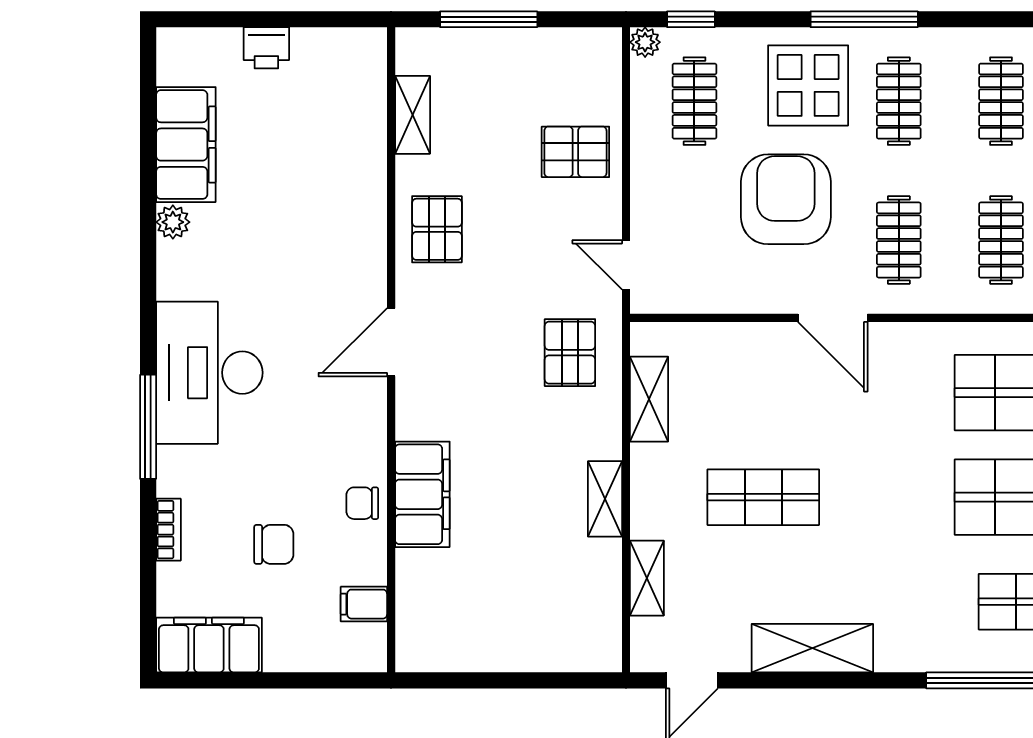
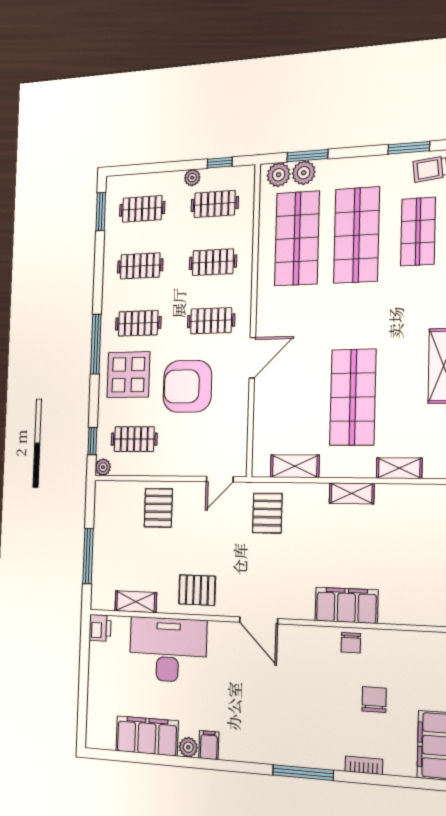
printer: (266, 48) -> (100, 628), moved
pallet: (570, 353) -> (267, 513), turned 90
desk: (209, 373) -> (168, 650), moved, turned 180
shop shelf: (763, 497) -> (353, 397), width x1.43, depth x1.36
filing cabinet: (364, 604) -> (209, 745), moved, turned 180

